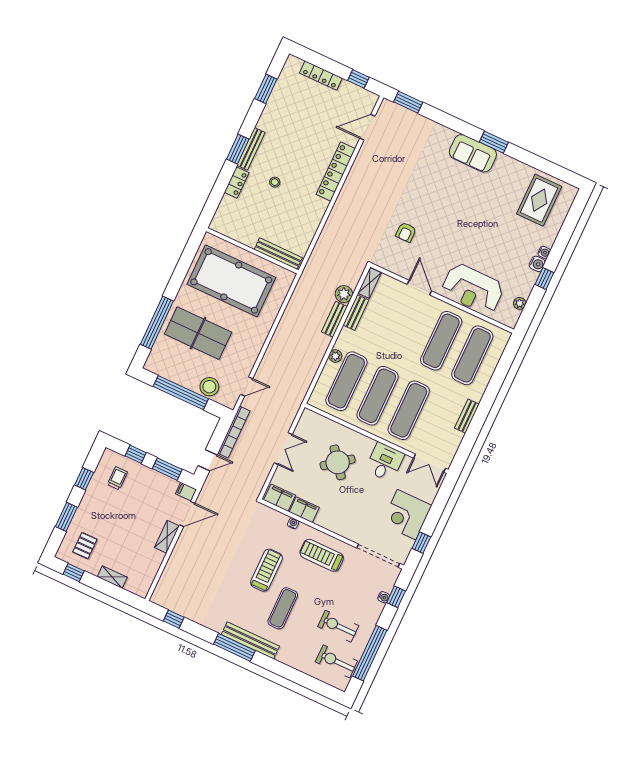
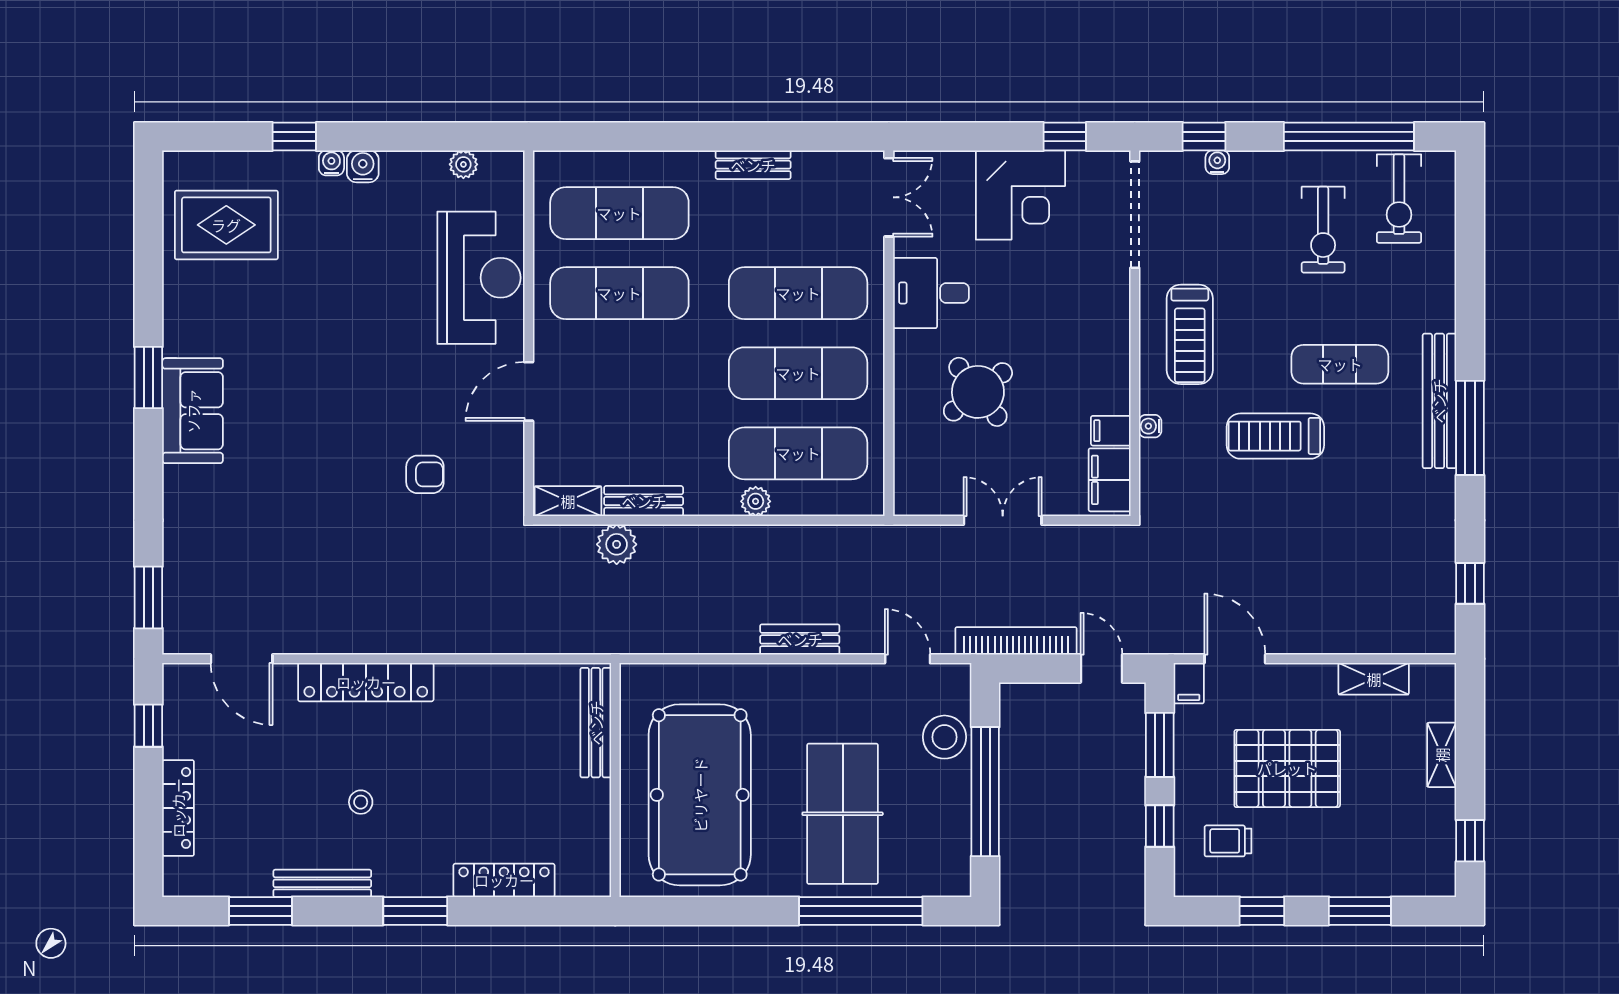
bench: (251, 149) -> (322, 883), moved
locker: (237, 182) -> (504, 880), width x1.53
stool: (275, 182) -> (361, 802), moved
window: (544, 279) -> (294, 137), moved
bench: (334, 319) -> (800, 639), moved
filing cabinet: (304, 510) -> (1111, 431), width x0.50
shelving: (167, 537) -> (1374, 679), moved
pallet: (85, 546) -> (1287, 768), moved, width x2.05, depth x2.00

